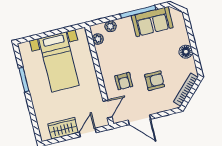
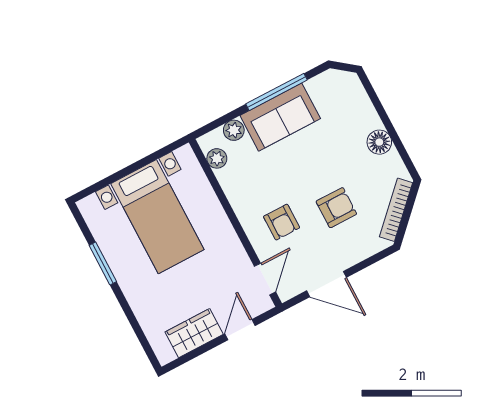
sofa: (152, 22) -> (280, 117), moved

